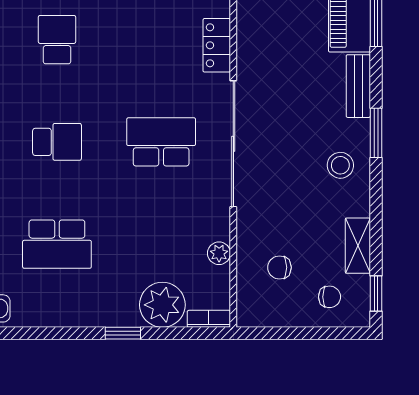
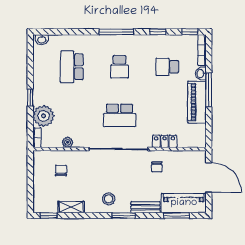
school desk: (57, 40) -> (167, 67), turned 180
school desk: (161, 142) -> (119, 115), turned 90
chair: (330, 297) -> (157, 167), moved

